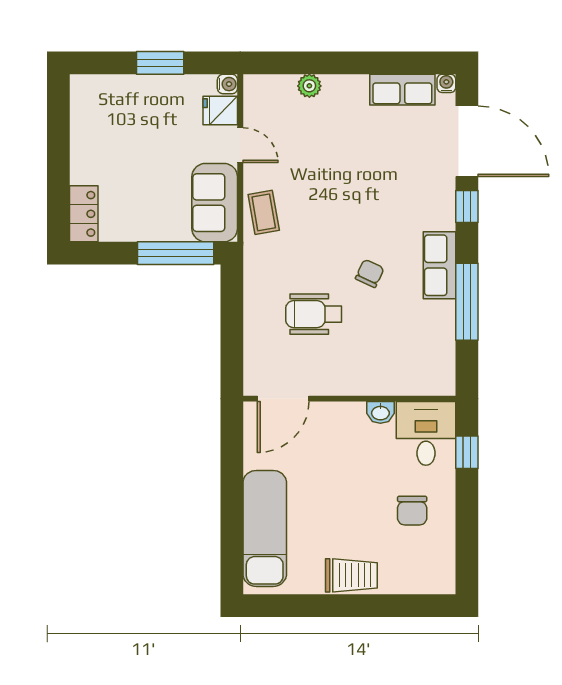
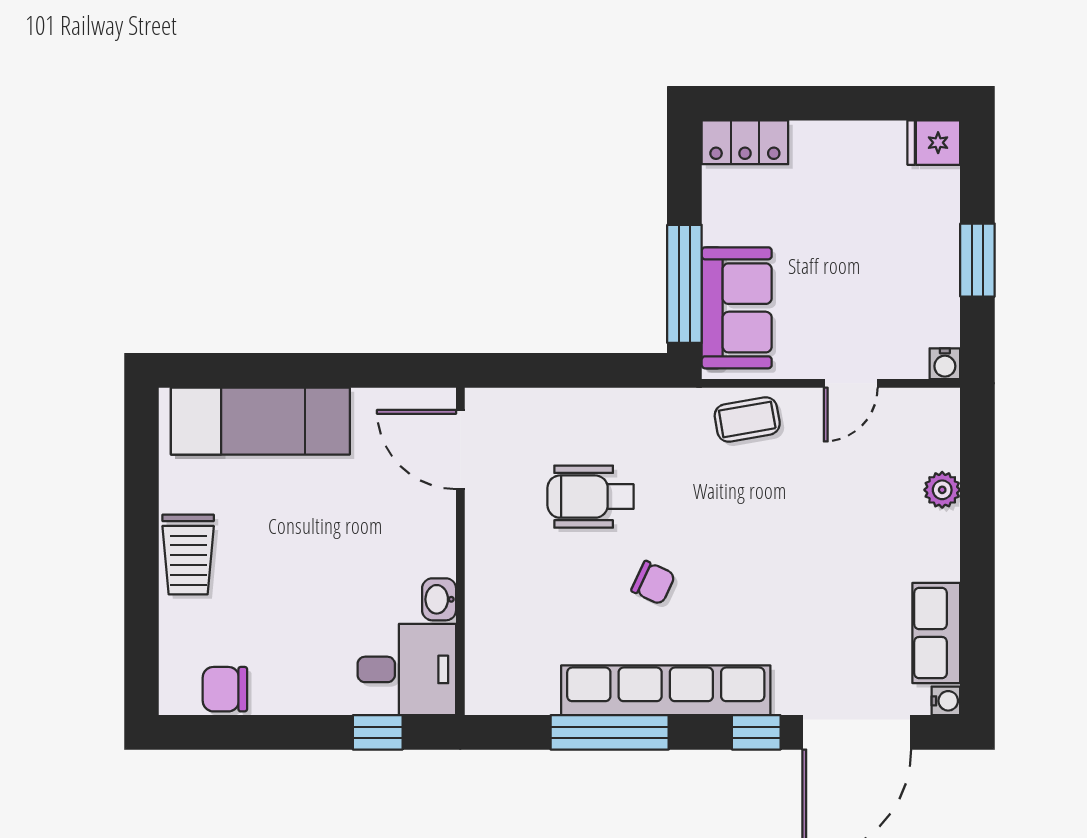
fridge: (220, 111) -> (934, 143), moved, turned -90
sofa: (215, 203) -> (737, 308), moved, turned 90
row of seats: (440, 265) -> (666, 690), width x2.02
wheelchair: (314, 314) -> (590, 497), turned -90
chair: (412, 511) -> (225, 689), moved

